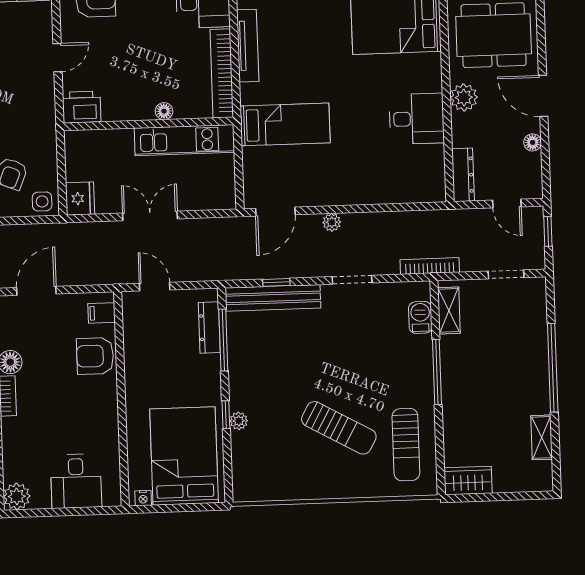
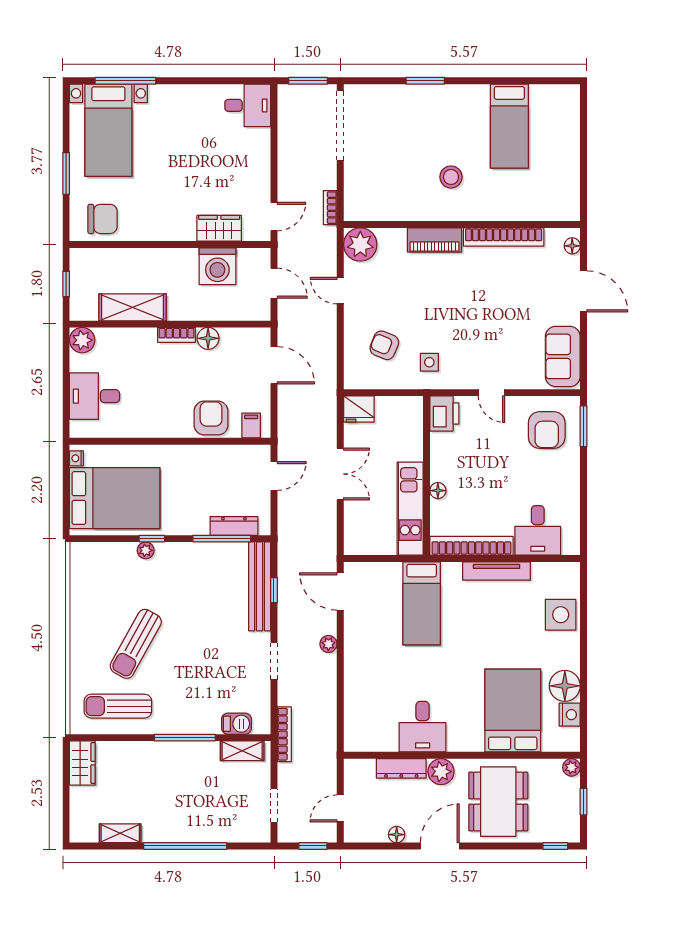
dresser: (463, 175) -> (401, 768), moved
side table: (42, 201) -> (429, 362), moved

